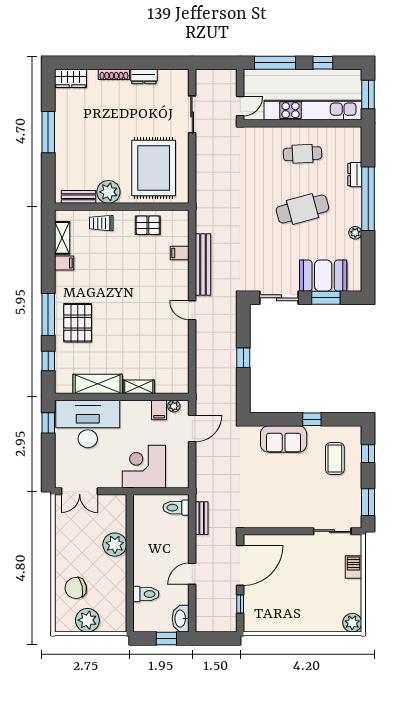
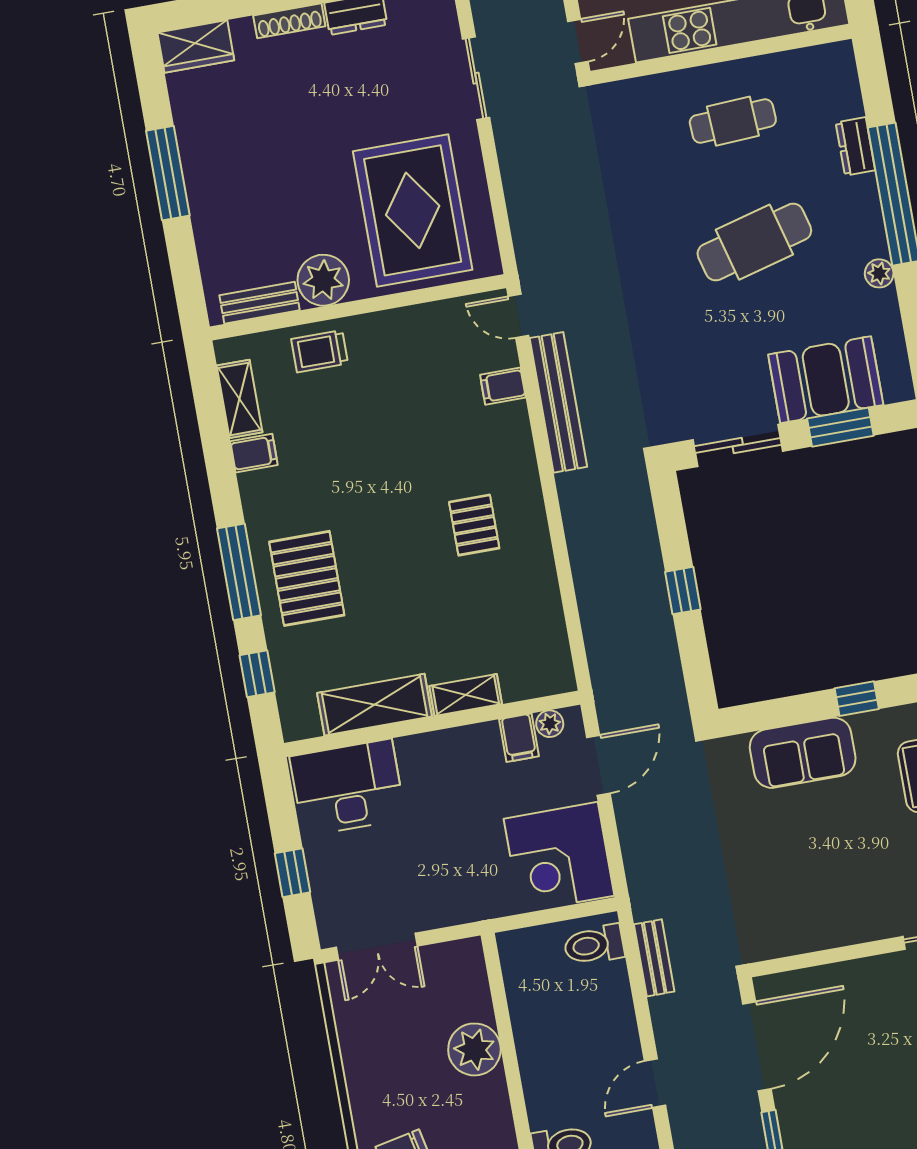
pallet: (148, 225) -> (474, 525), moved, turned 90
door: (192, 310) -> (518, 316), moved
window: (48, 423) -> (293, 873), moved
desk: (88, 424) -> (348, 787), width x0.73, depth x0.77
corner desk: (144, 467) -> (559, 857), moved, turned -90

